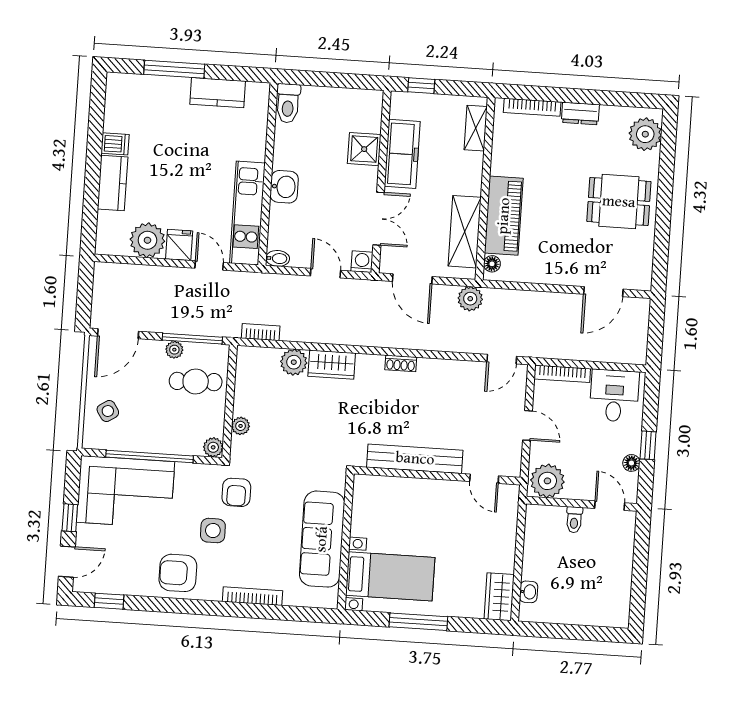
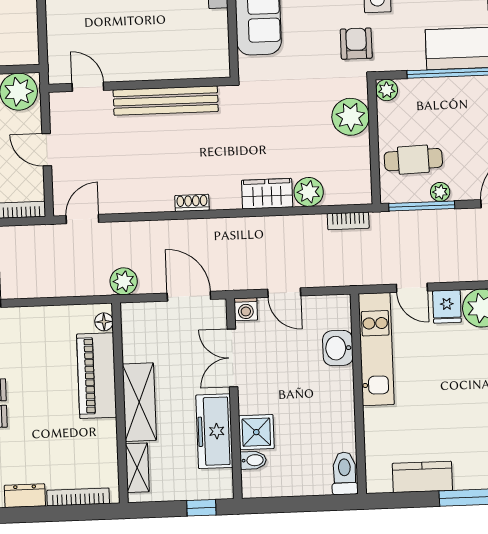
washbasin: (284, 187) -> (338, 348), moved
shelving: (465, 232) -> (139, 402), moved
bidet: (278, 258) -> (253, 460), moved, turned 180
plant: (241, 426) -> (351, 117), width x1.88, depth x1.88

